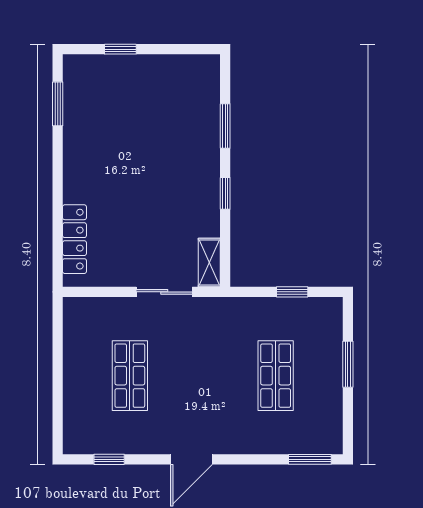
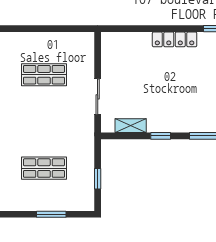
locker: (74, 239) -> (175, 39), moved
shelving: (209, 262) -> (131, 126), moved

